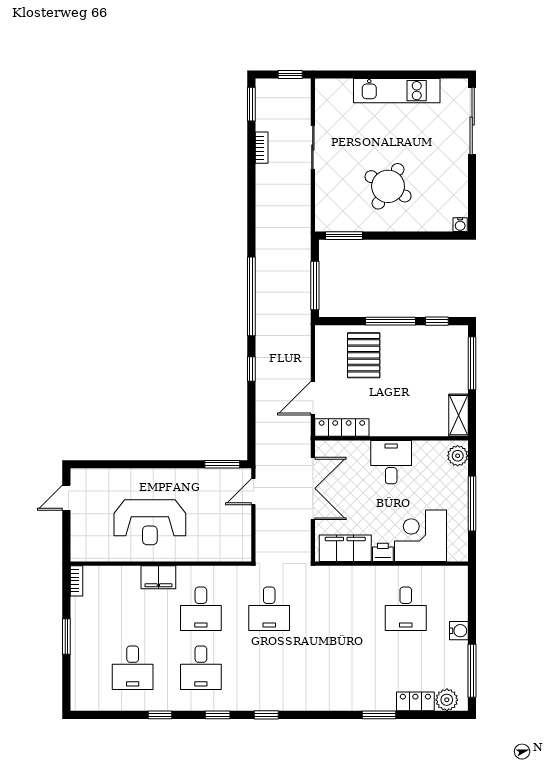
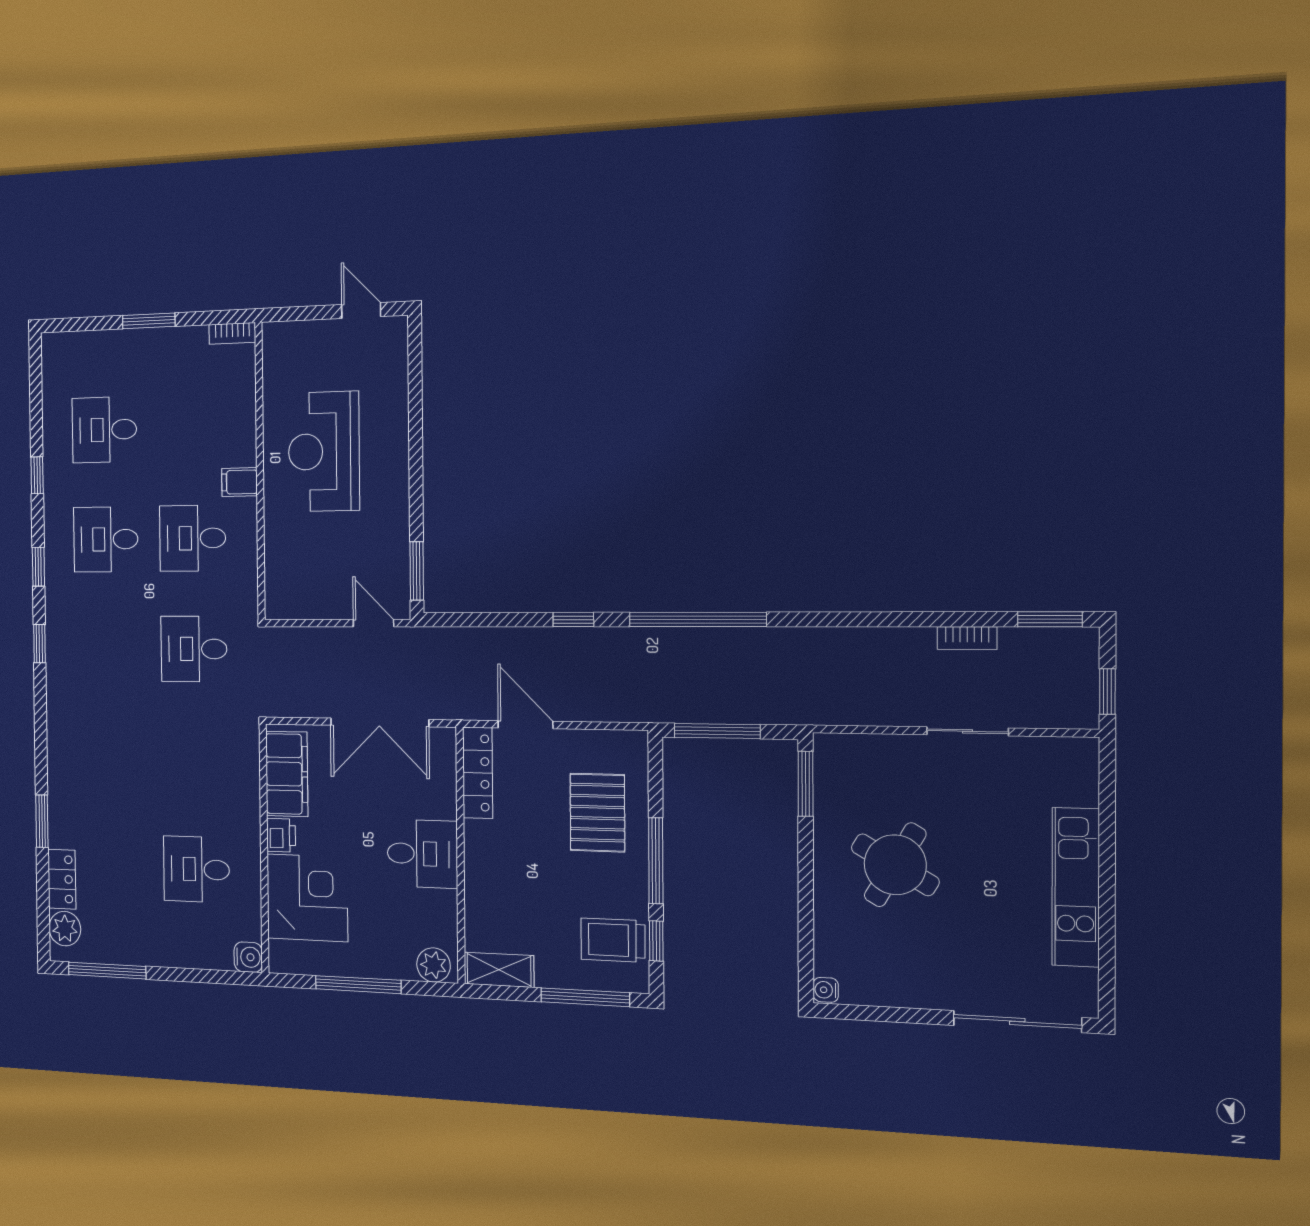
trolley: (438, 347) -> (613, 940), added
pallet: (364, 355) -> (597, 813), turned 90
filing cabinet: (158, 577) -> (240, 482), width x0.50
water cooler: (459, 631) -> (248, 957), moved, turned -90

